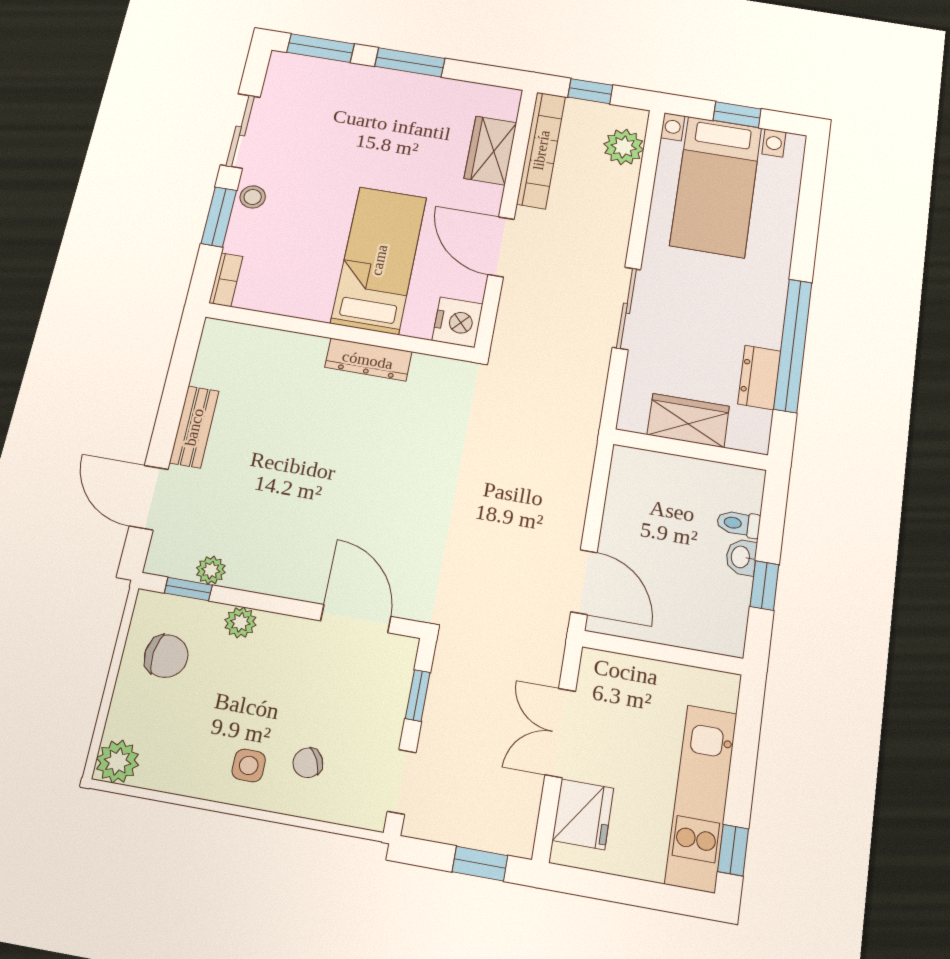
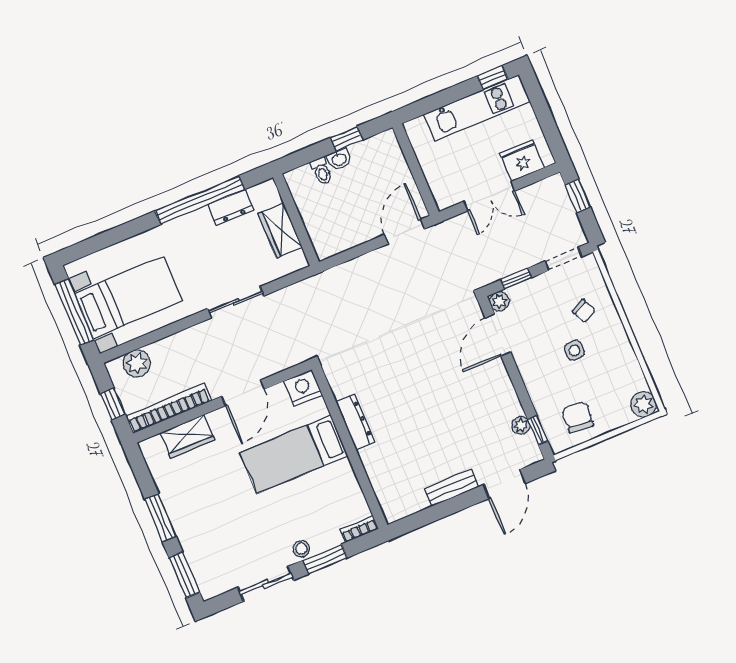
window: (737, 115) -> (74, 312), width x2.17
plant: (240, 622) -> (499, 301), moved
side table: (249, 765) -> (574, 350), moved

